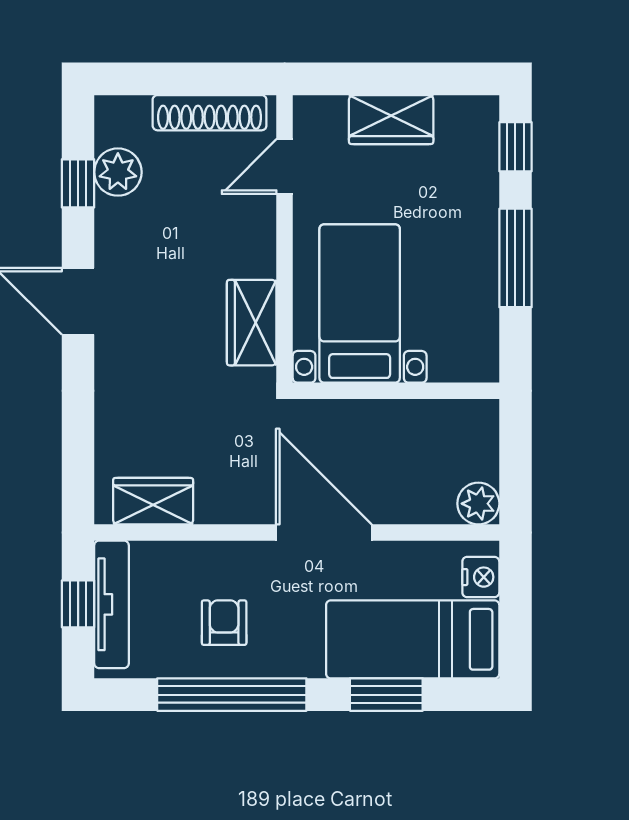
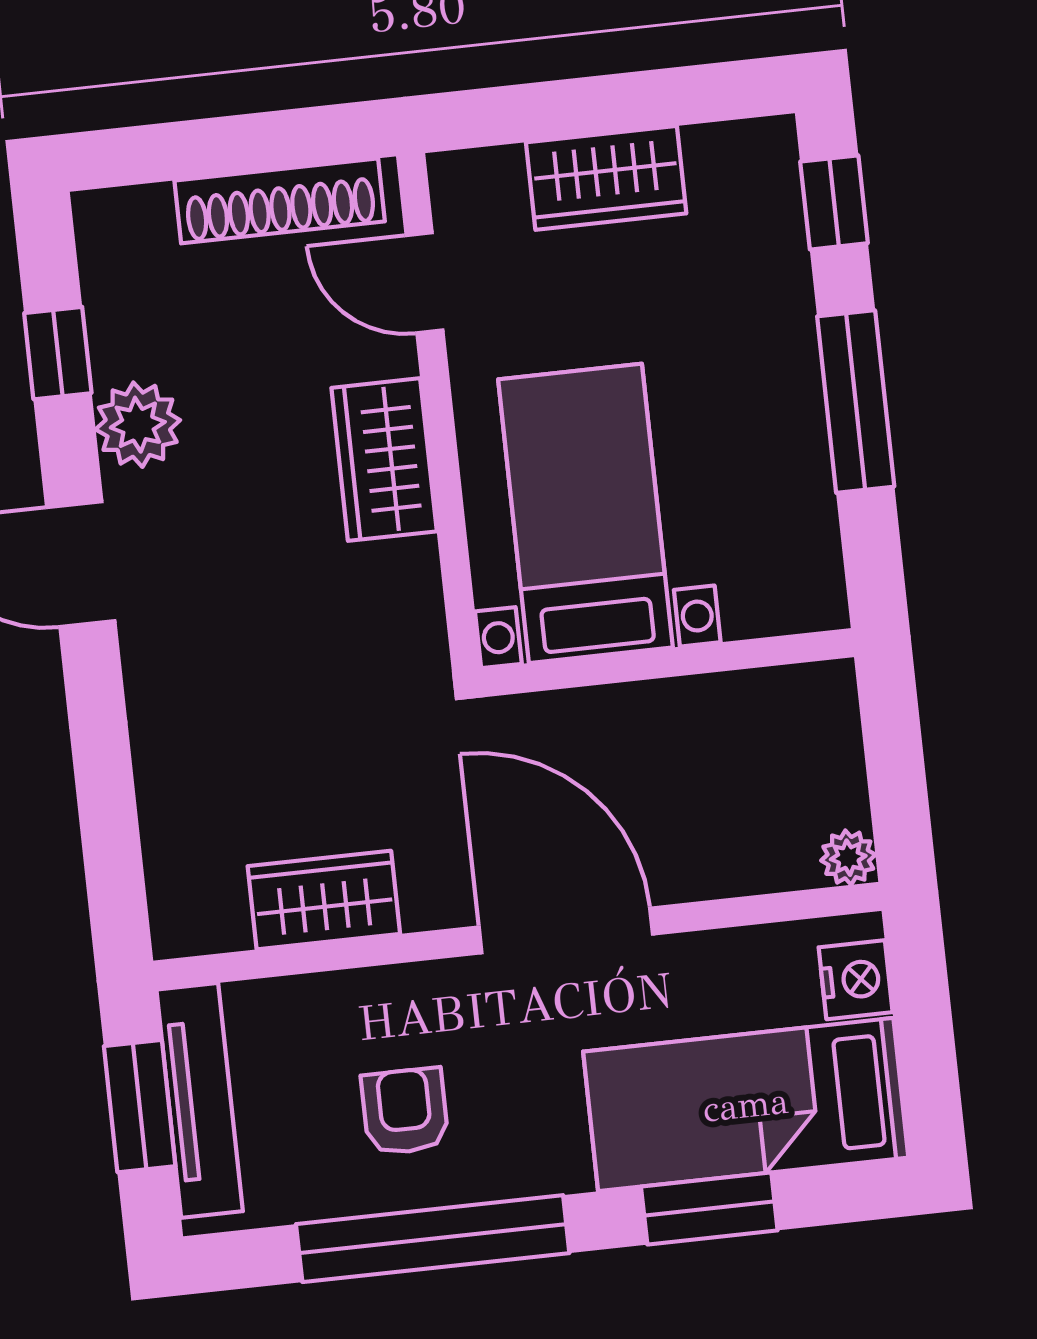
door: (285, 167) -> (424, 283), hinge flipped
plant: (118, 172) -> (138, 425), moved
wardrobe: (252, 323) -> (384, 460), moved
wardrobe: (153, 501) -> (324, 900), moved
plant: (478, 504) -> (848, 858), width x0.73, depth x0.73
window: (78, 604) -> (140, 1106), width x1.50

